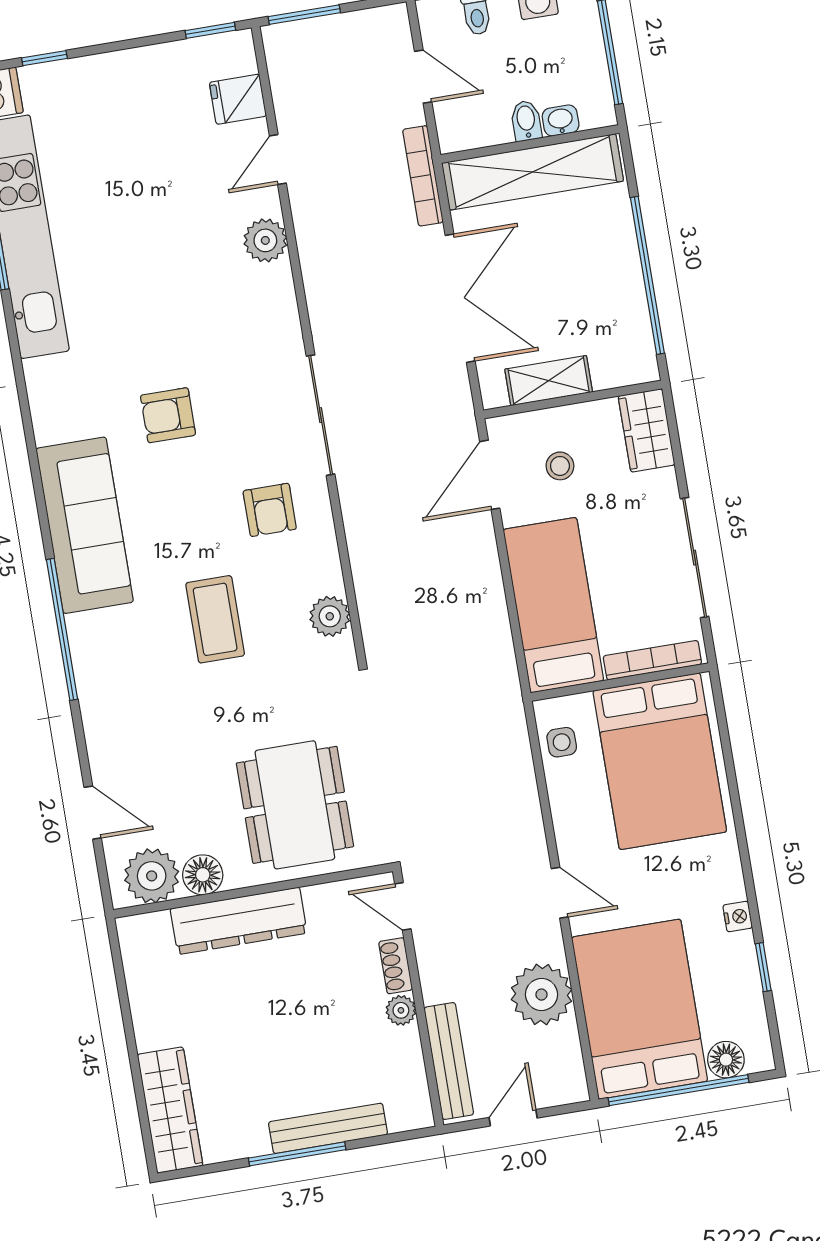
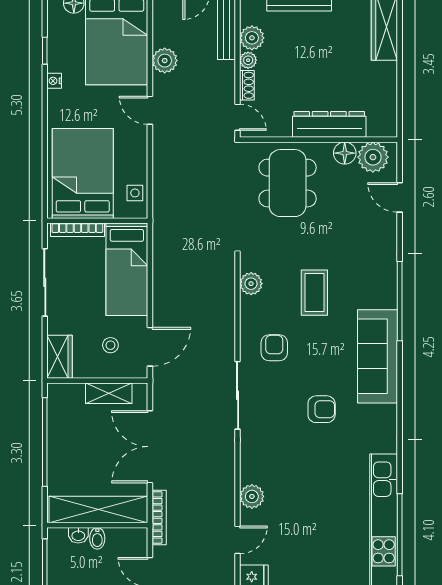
plant: (541, 995) -> (165, 61), width x0.73, depth x0.73
plant: (401, 1051) -> (252, 38), added

